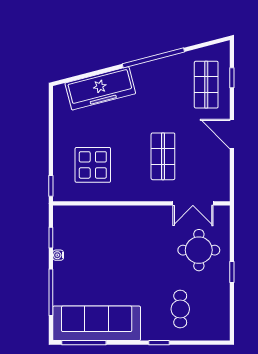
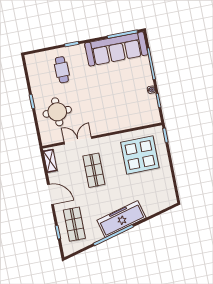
freezer: (100, 88) -> (121, 219), moved
display table: (93, 165) -> (140, 155), width x1.36, depth x1.36
shelving: (223, 182) -> (50, 161), added
double door: (193, 203) -> (78, 140), moved

